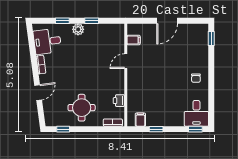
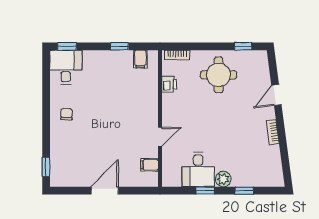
desk: (47, 41) -> (198, 169), moved, turned 98

